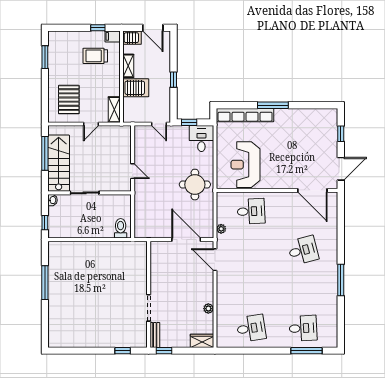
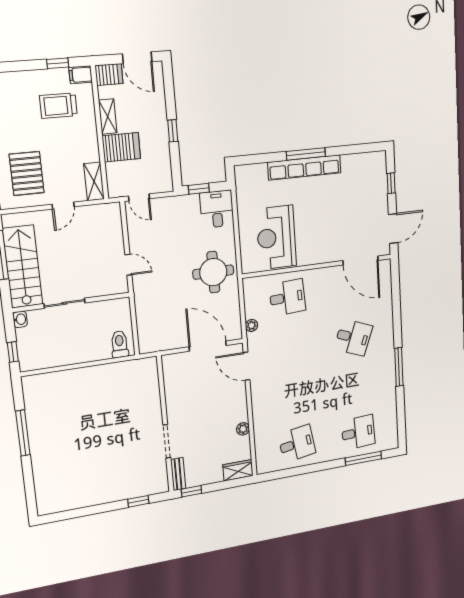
row of seats: (245, 115) -> (305, 167), moved
door: (159, 124) -> (139, 197), moved
desk: (303, 250) -> (353, 338), turned 36

